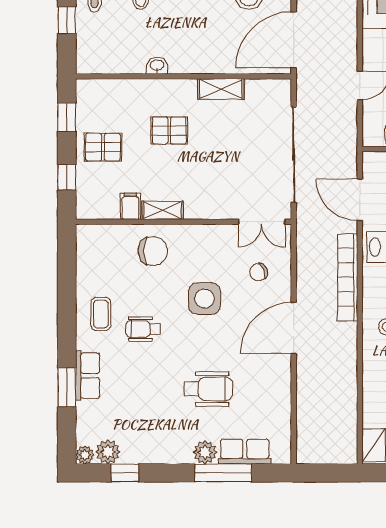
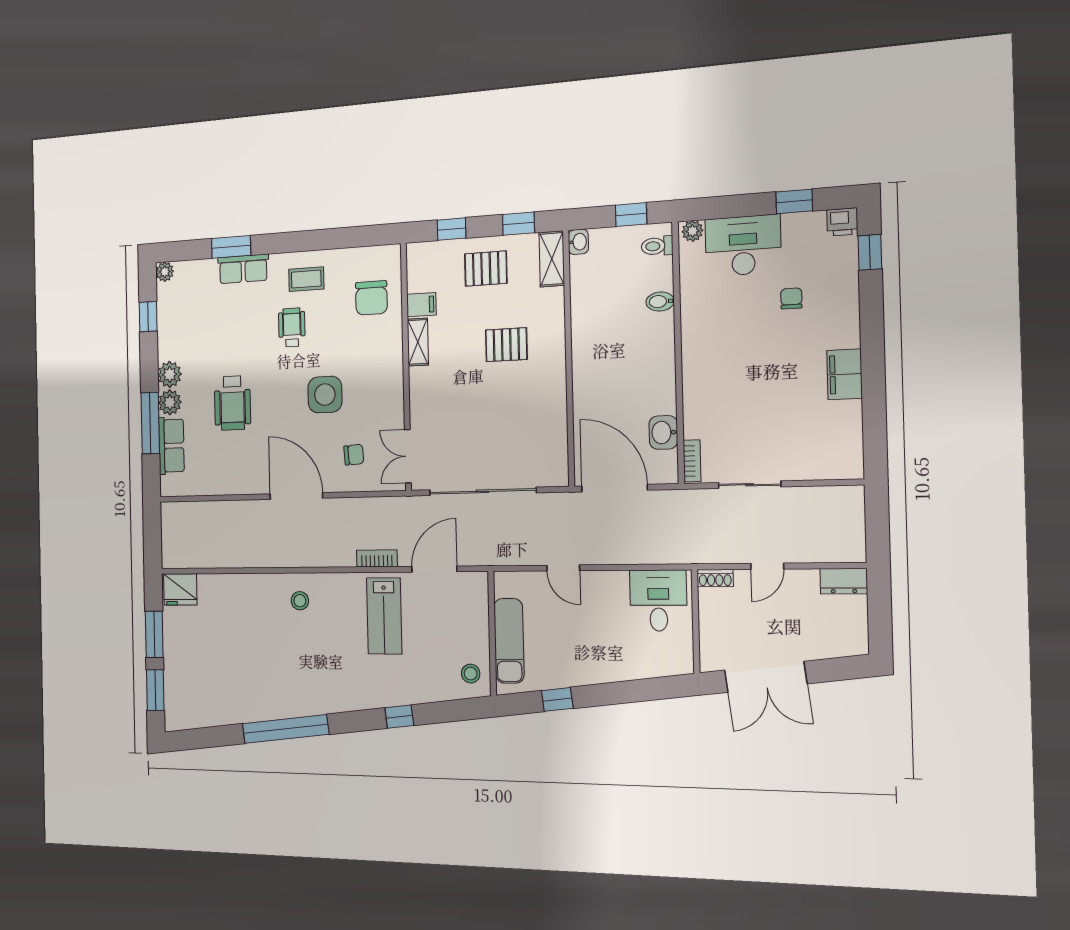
washbasin: (157, 66) -> (578, 242), moved
shelving: (221, 89) -> (552, 259), moved
pallet: (169, 130) -> (506, 345), turned 90
pallet: (103, 147) -> (486, 269), turned 90
chair: (153, 251) -> (371, 298), moved
chair: (259, 272) -> (354, 455), turned 109
bookcase: (348, 277) -> (377, 558), width x0.43, depth x0.76
plant: (108, 452) -> (170, 374), moved

